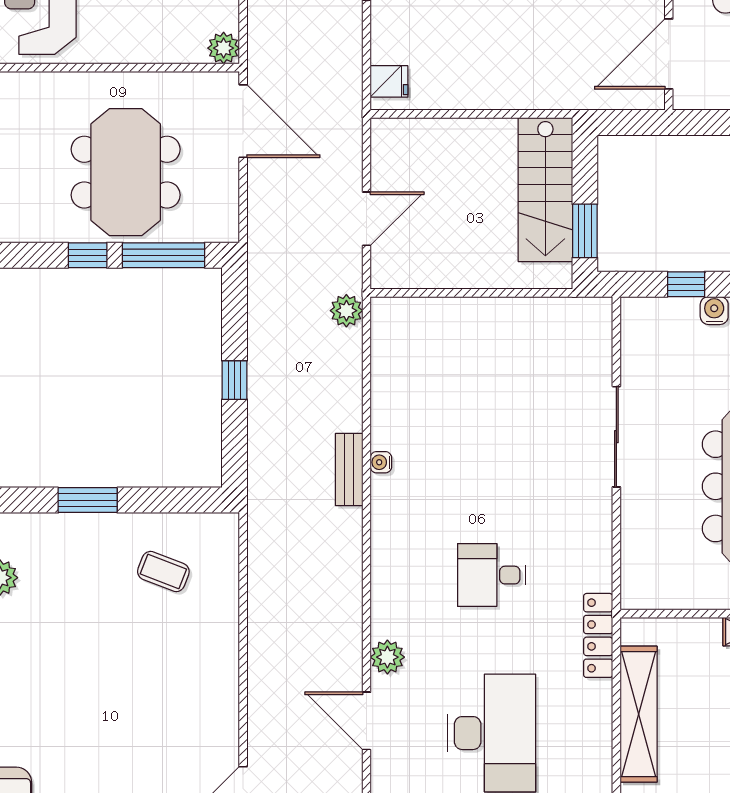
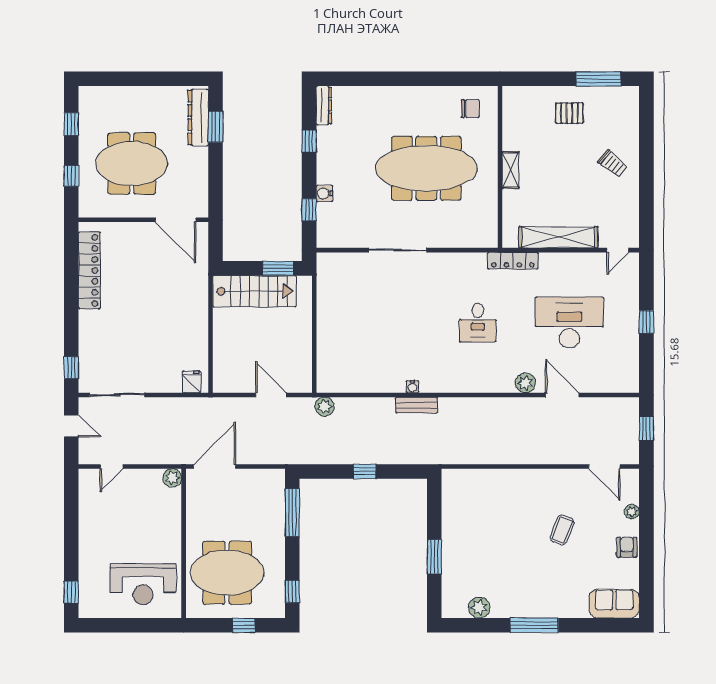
meeting table: (126, 172) -> (227, 573), moved
window: (88, 255) -> (292, 591), moved
coffee table: (163, 572) -> (562, 530), moved
door: (367, 721) -> (562, 395), swing flipped

